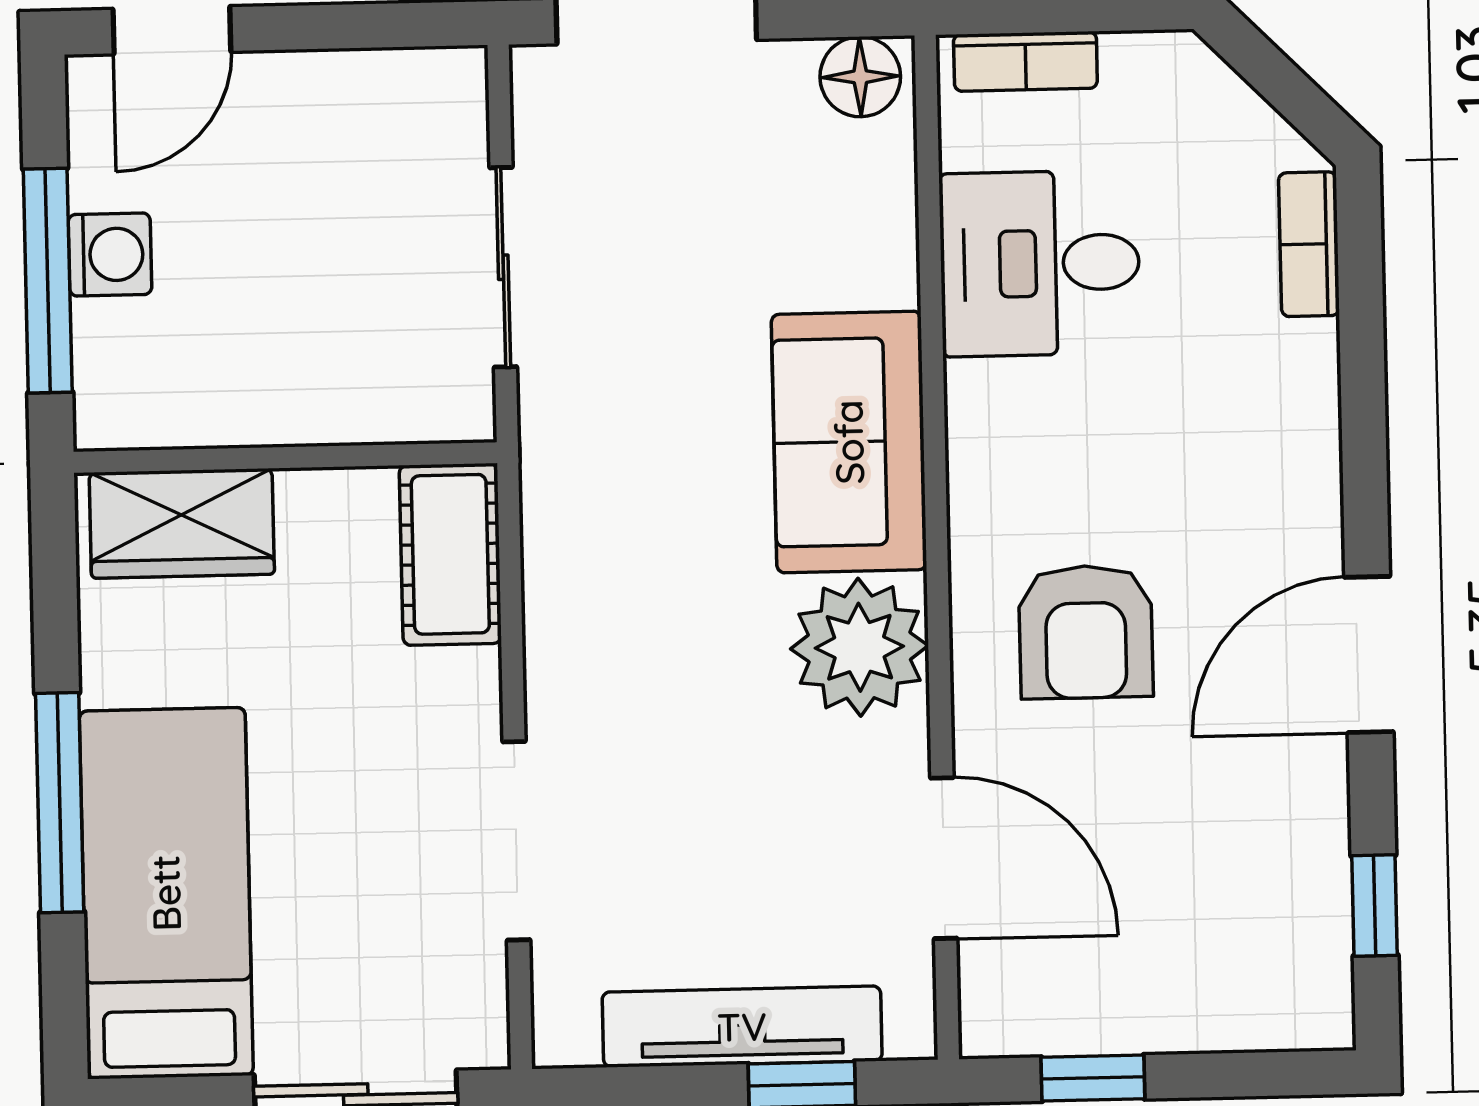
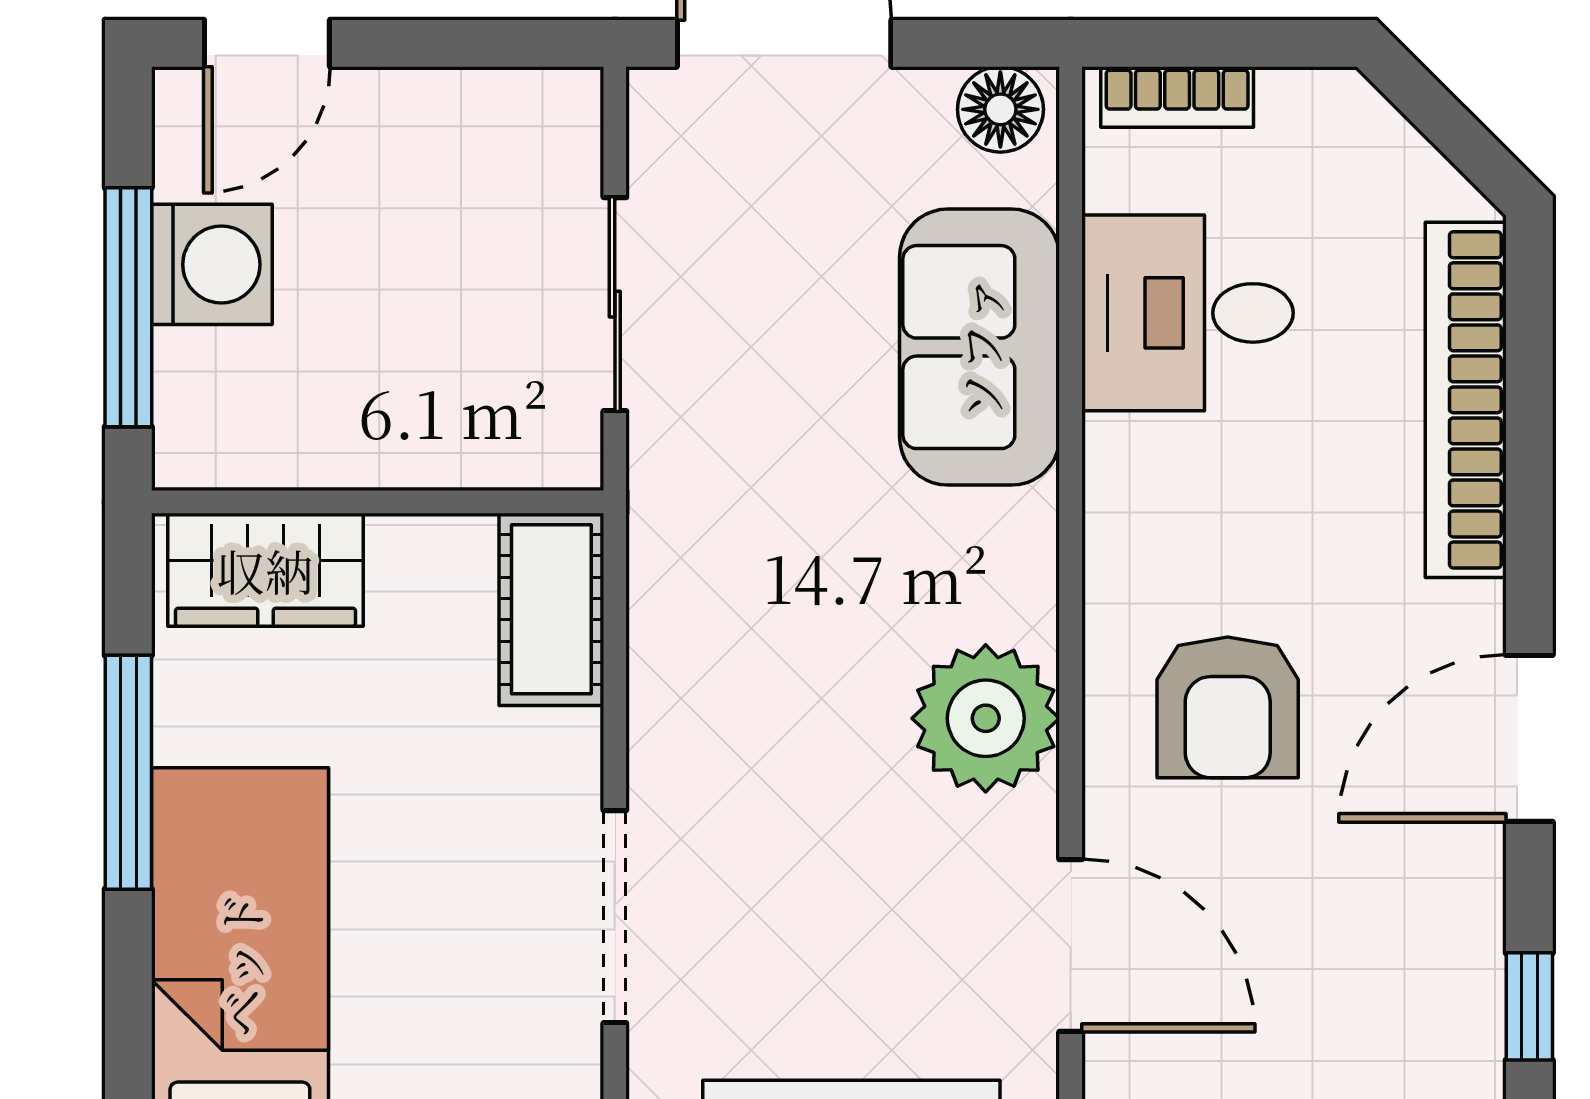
bookcase: (1309, 244) -> (1466, 400), width x2.31, depth x1.31
washing machine: (110, 255) -> (212, 264), width x1.38, depth x1.38
sofa: (849, 442) -> (980, 347), moved
window: (60, 803) -> (128, 772), moved

